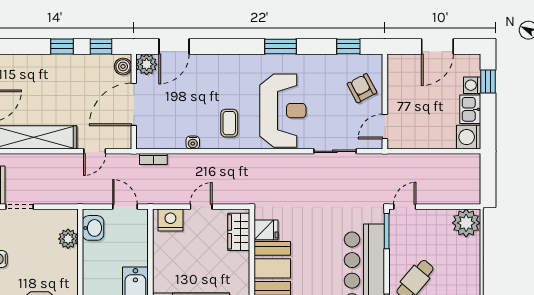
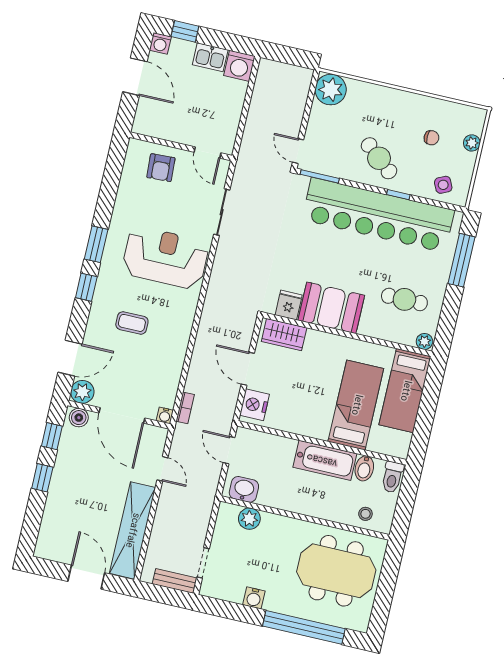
door: (174, 46) -> (70, 358), hinge flipped
window: (348, 46) -> (86, 287), moved
washing machine: (472, 85) -> (160, 43), moved
armchair: (362, 88) -> (161, 168), turned -65
coffee table: (229, 123) -> (132, 323), moved
water cooler: (193, 143) -> (165, 415), moved, turned 90
door: (125, 207) -> (229, 450), hinge flipped
door: (201, 207) -> (248, 369), width x1.38

